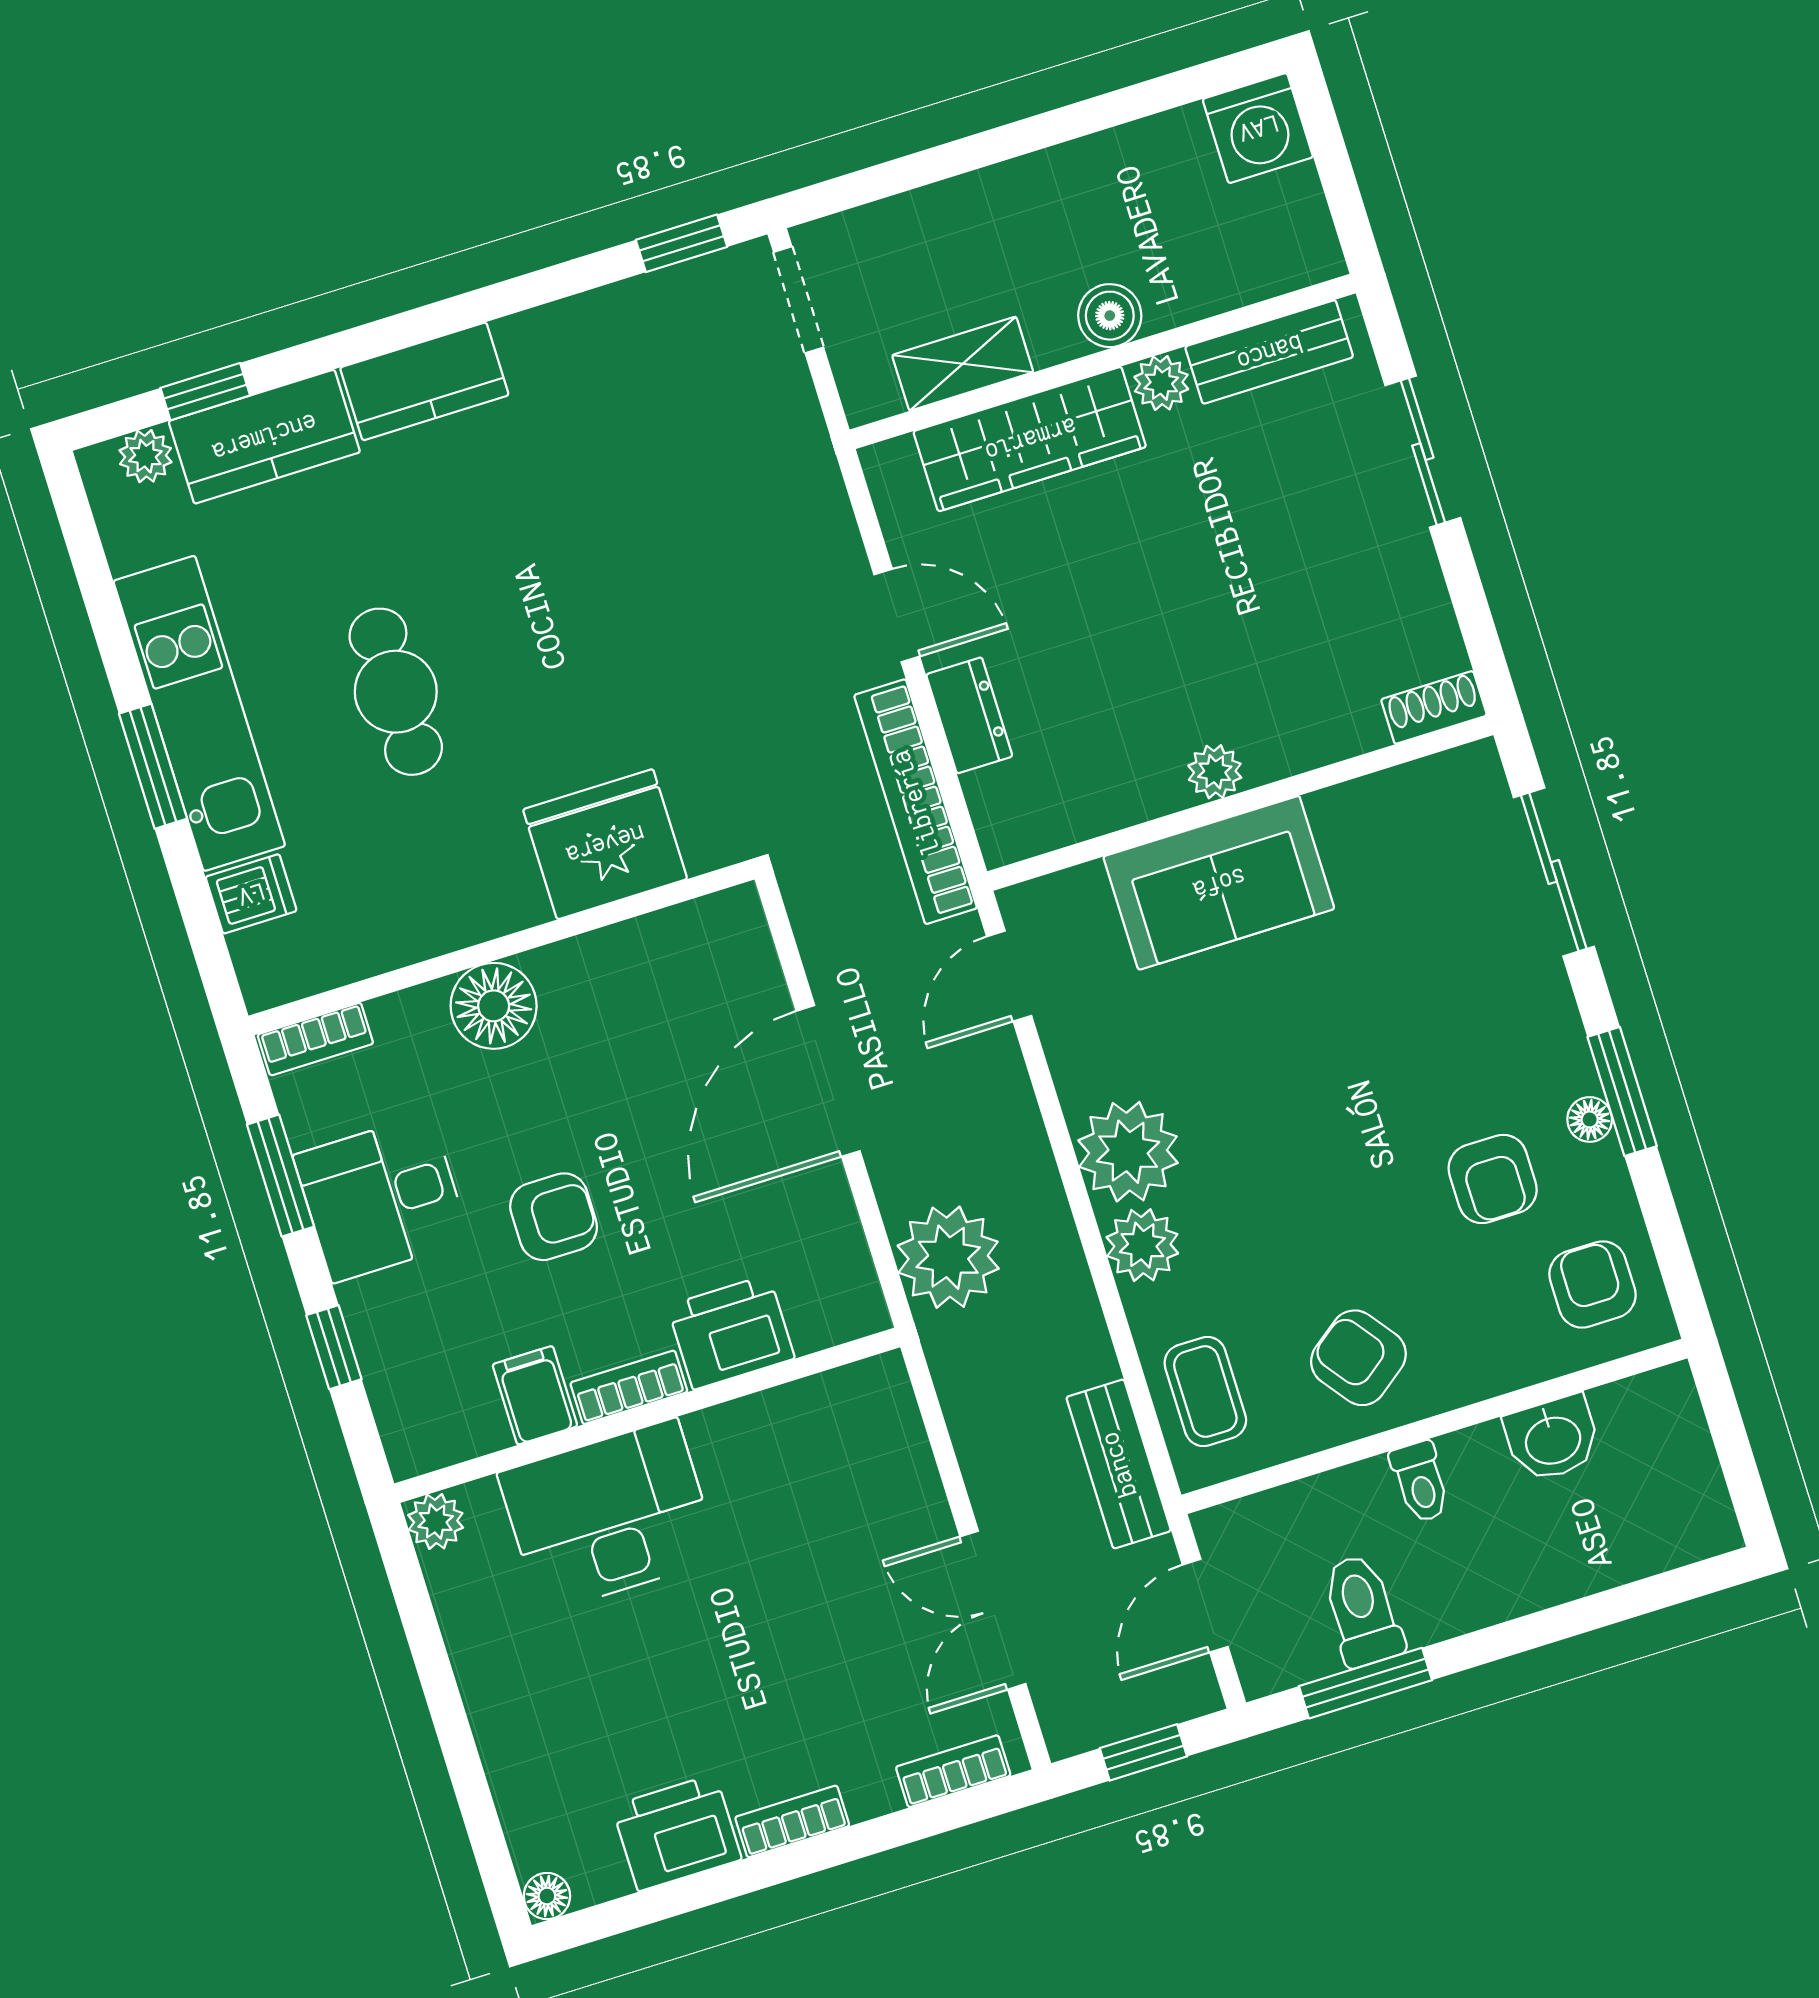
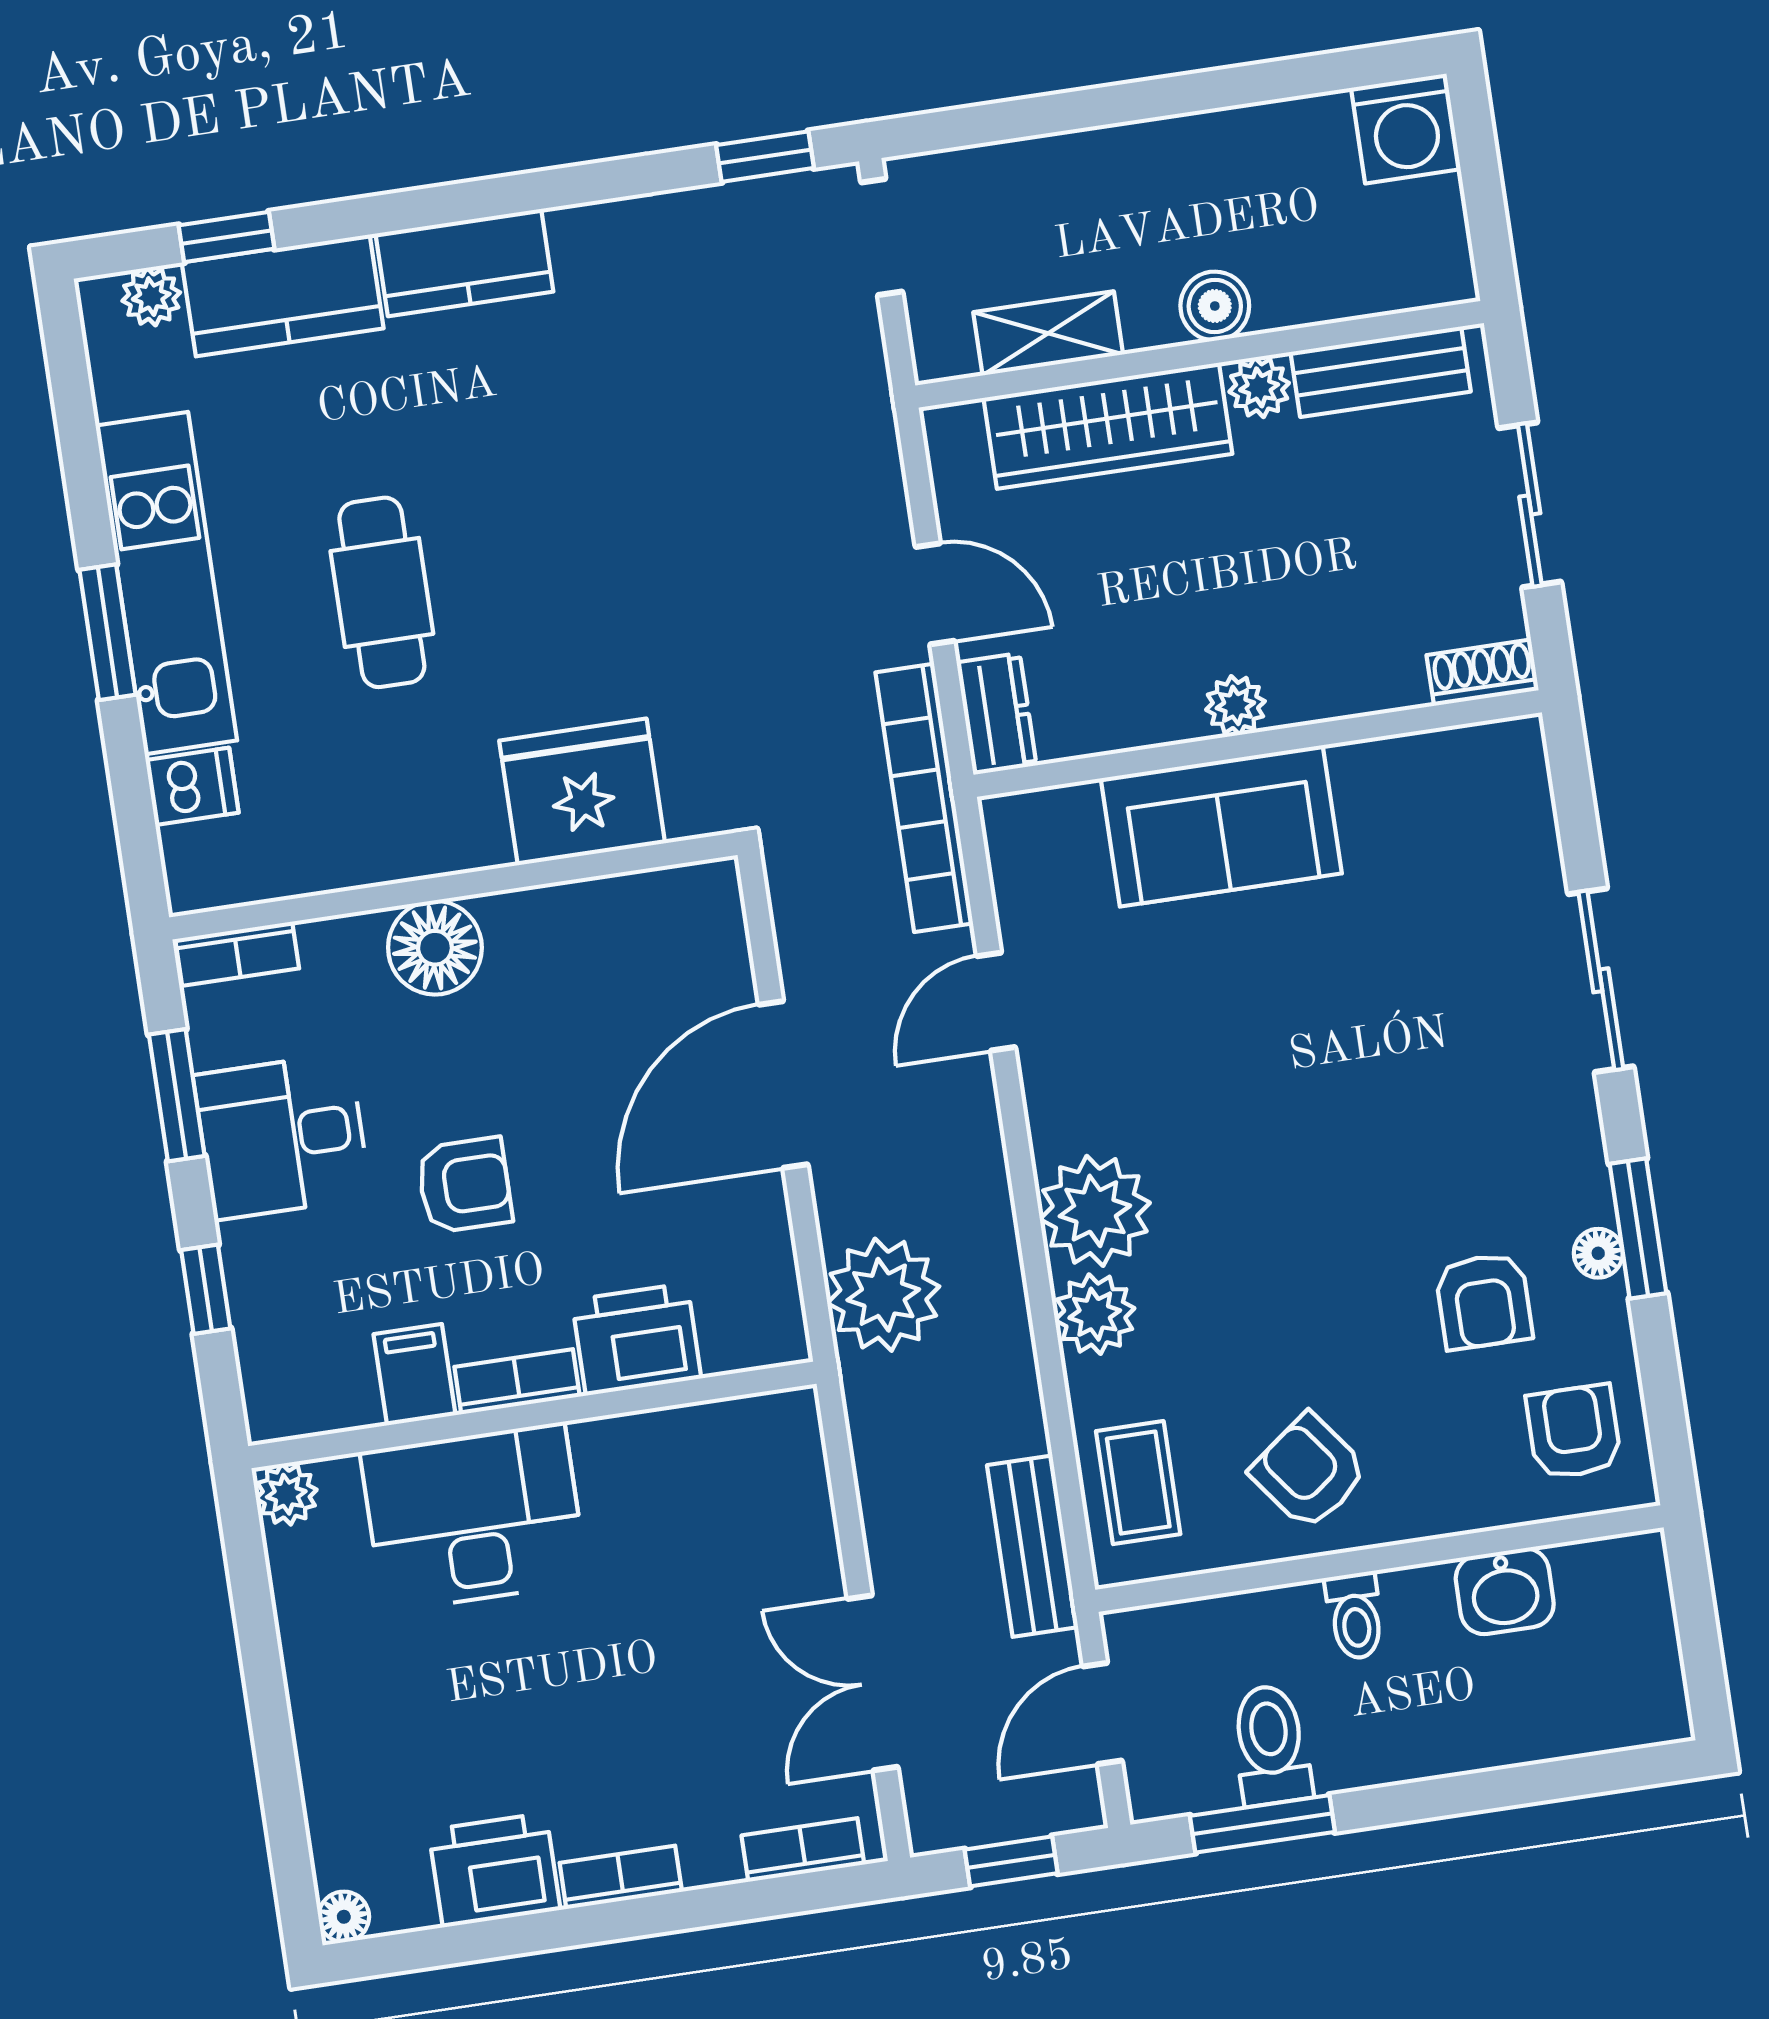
shoe rack: (1434, 707) -> (1483, 673), moved
plant: (1215, 772) -> (1235, 705), moved
wall: (1240, 803) -> (1258, 744), moved
sofa: (1219, 883) -> (1221, 826), moved

